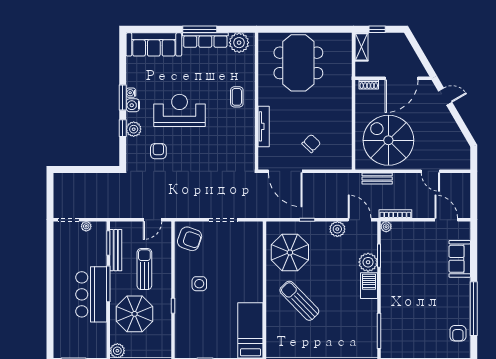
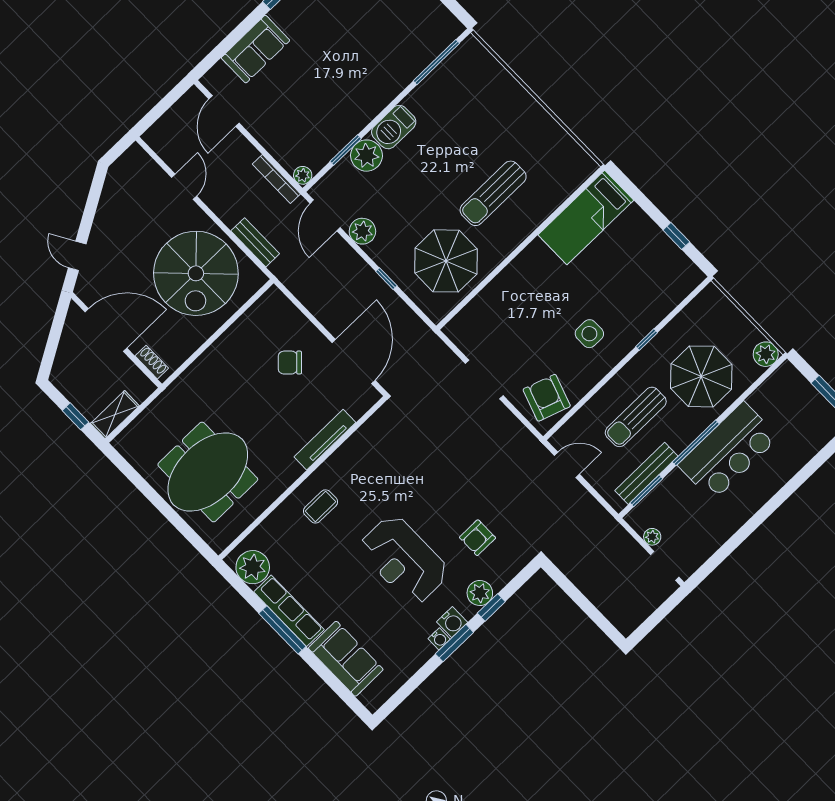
sofa: (154, 44) -> (346, 659), width x0.73
sun lounger: (299, 301) -> (493, 193), turned 44

